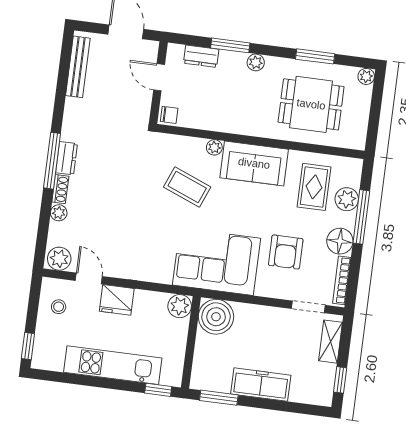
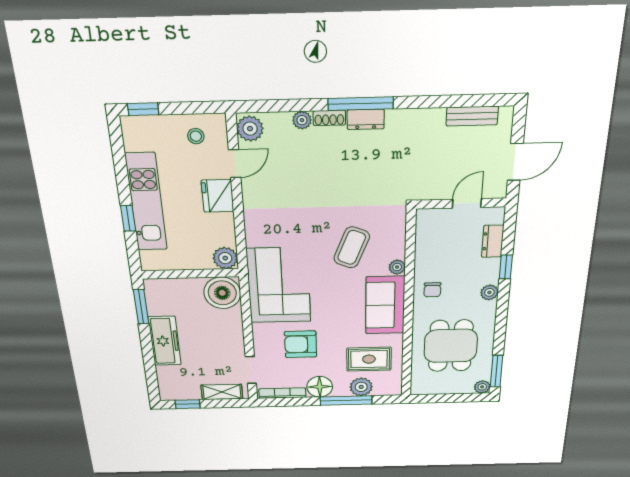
window: (230, 45) -> (506, 267), width x0.67
window: (315, 56) -> (496, 371), moved
bench: (78, 67) -> (472, 116), width x0.73
chair: (169, 115) -> (432, 290), moved
window: (158, 390) -> (128, 218), moved

